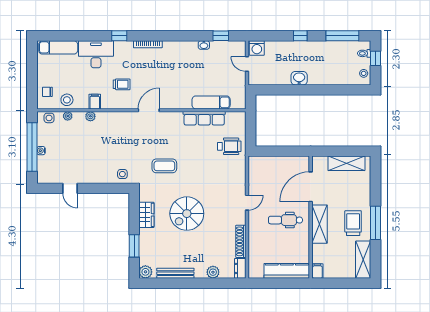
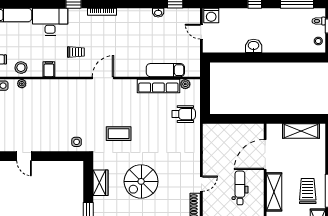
plant: (90, 116) -> (185, 84), moved
door: (247, 203) -> (201, 184), moved
dental chair: (286, 220) -> (240, 188), turned 90

